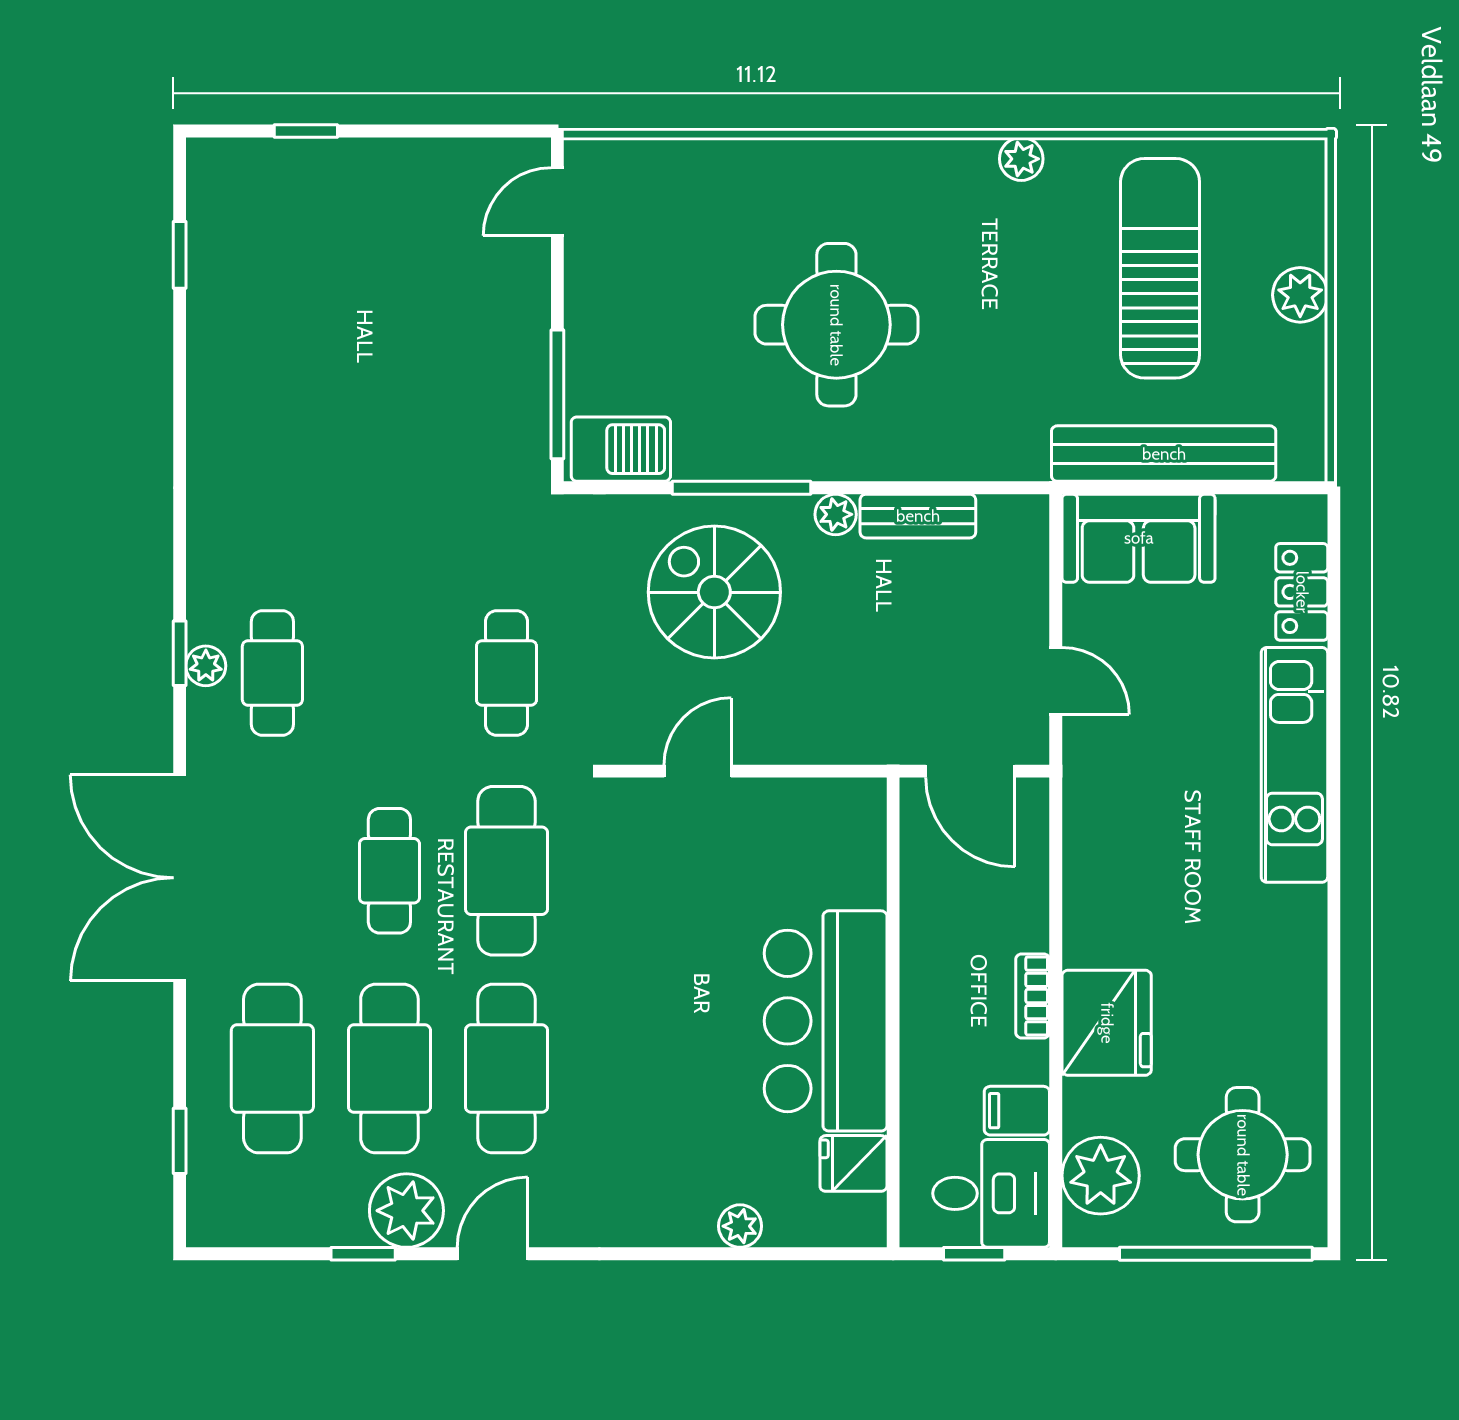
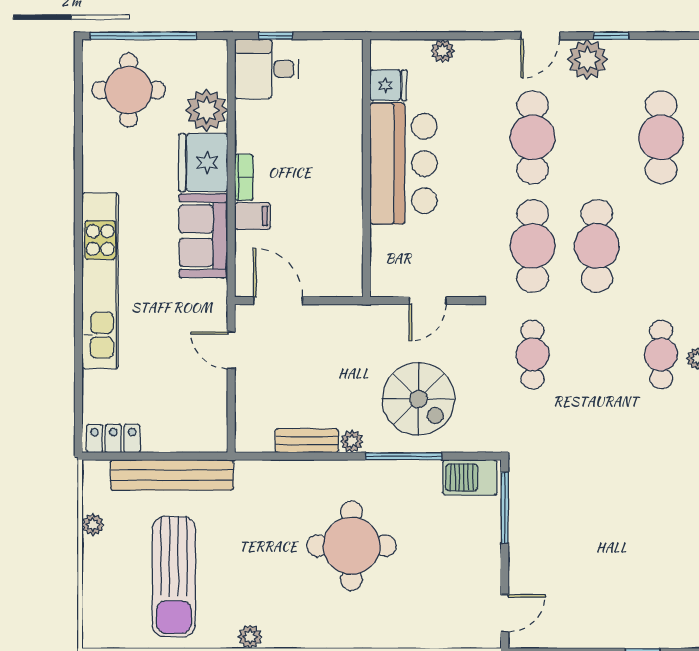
plant: (1300, 295) -> (93, 525), moved, width x0.73, depth x0.73
sofa: (1139, 538) -> (203, 236), moved, turned -90
locker: (1302, 592) -> (113, 439), moved, turned -90
kitchen unit: (1294, 765) -> (100, 281), width x1.36
cafe table: (389, 871) -> (597, 246), width x1.37, depth x1.35
wall: (893, 1012) -> (366, 168), moved
bar counter: (826, 1021) -> (404, 164), moved
cafe table: (389, 1069) -> (597, 137), removed
filing cabinet: (1017, 1111) -> (252, 216), moved
fridge: (853, 1163) -> (388, 85), moved
plant: (1101, 1176) -> (206, 110), moved
plant: (740, 1226) -> (443, 51), moved

